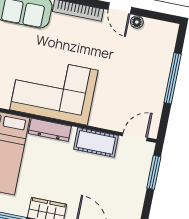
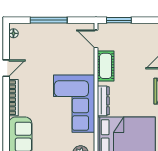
floor lamp: (137, 22) -> (13, 33), moved

